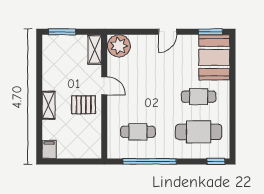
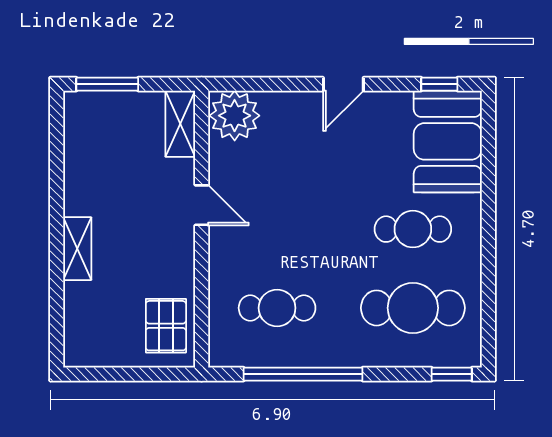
window: (210, 32) -> (439, 84), width x0.67
pallet: (84, 105) -> (166, 326), moved, turned 90
filing cabinet: (49, 149) -> (78, 347), removed

